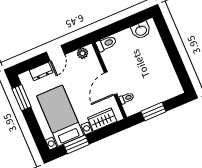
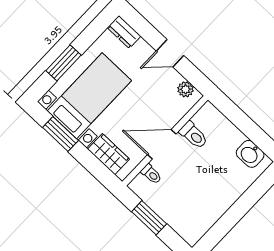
toilet: (106, 44) -> (194, 135), moved
dresser: (41, 71) -> (124, 32), moved
window: (22, 98) -> (63, 63), moved

